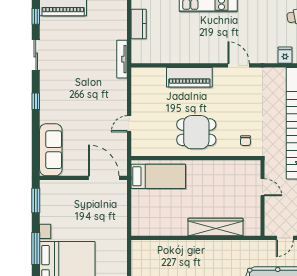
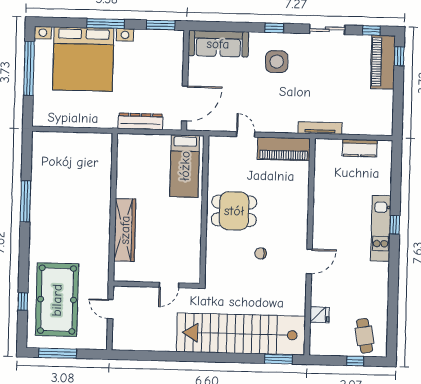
piano: (189, 77) -> (284, 149), moved, turned -90
side table: (65, 98) -> (277, 62), added
dining table: (196, 132) -> (234, 211), turned 90
chair: (245, 141) -> (261, 253), moved
dresser: (120, 216) -> (141, 121), added

